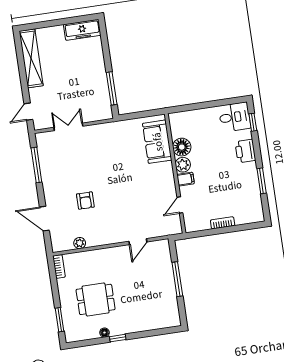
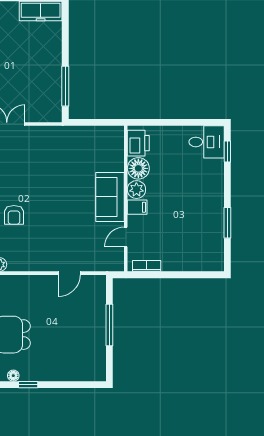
sofa: (157, 142) -> (110, 197), moved
printer: (245, 151) -> (138, 143), moved, turned 180
bookcase: (223, 223) -> (147, 266), moved

